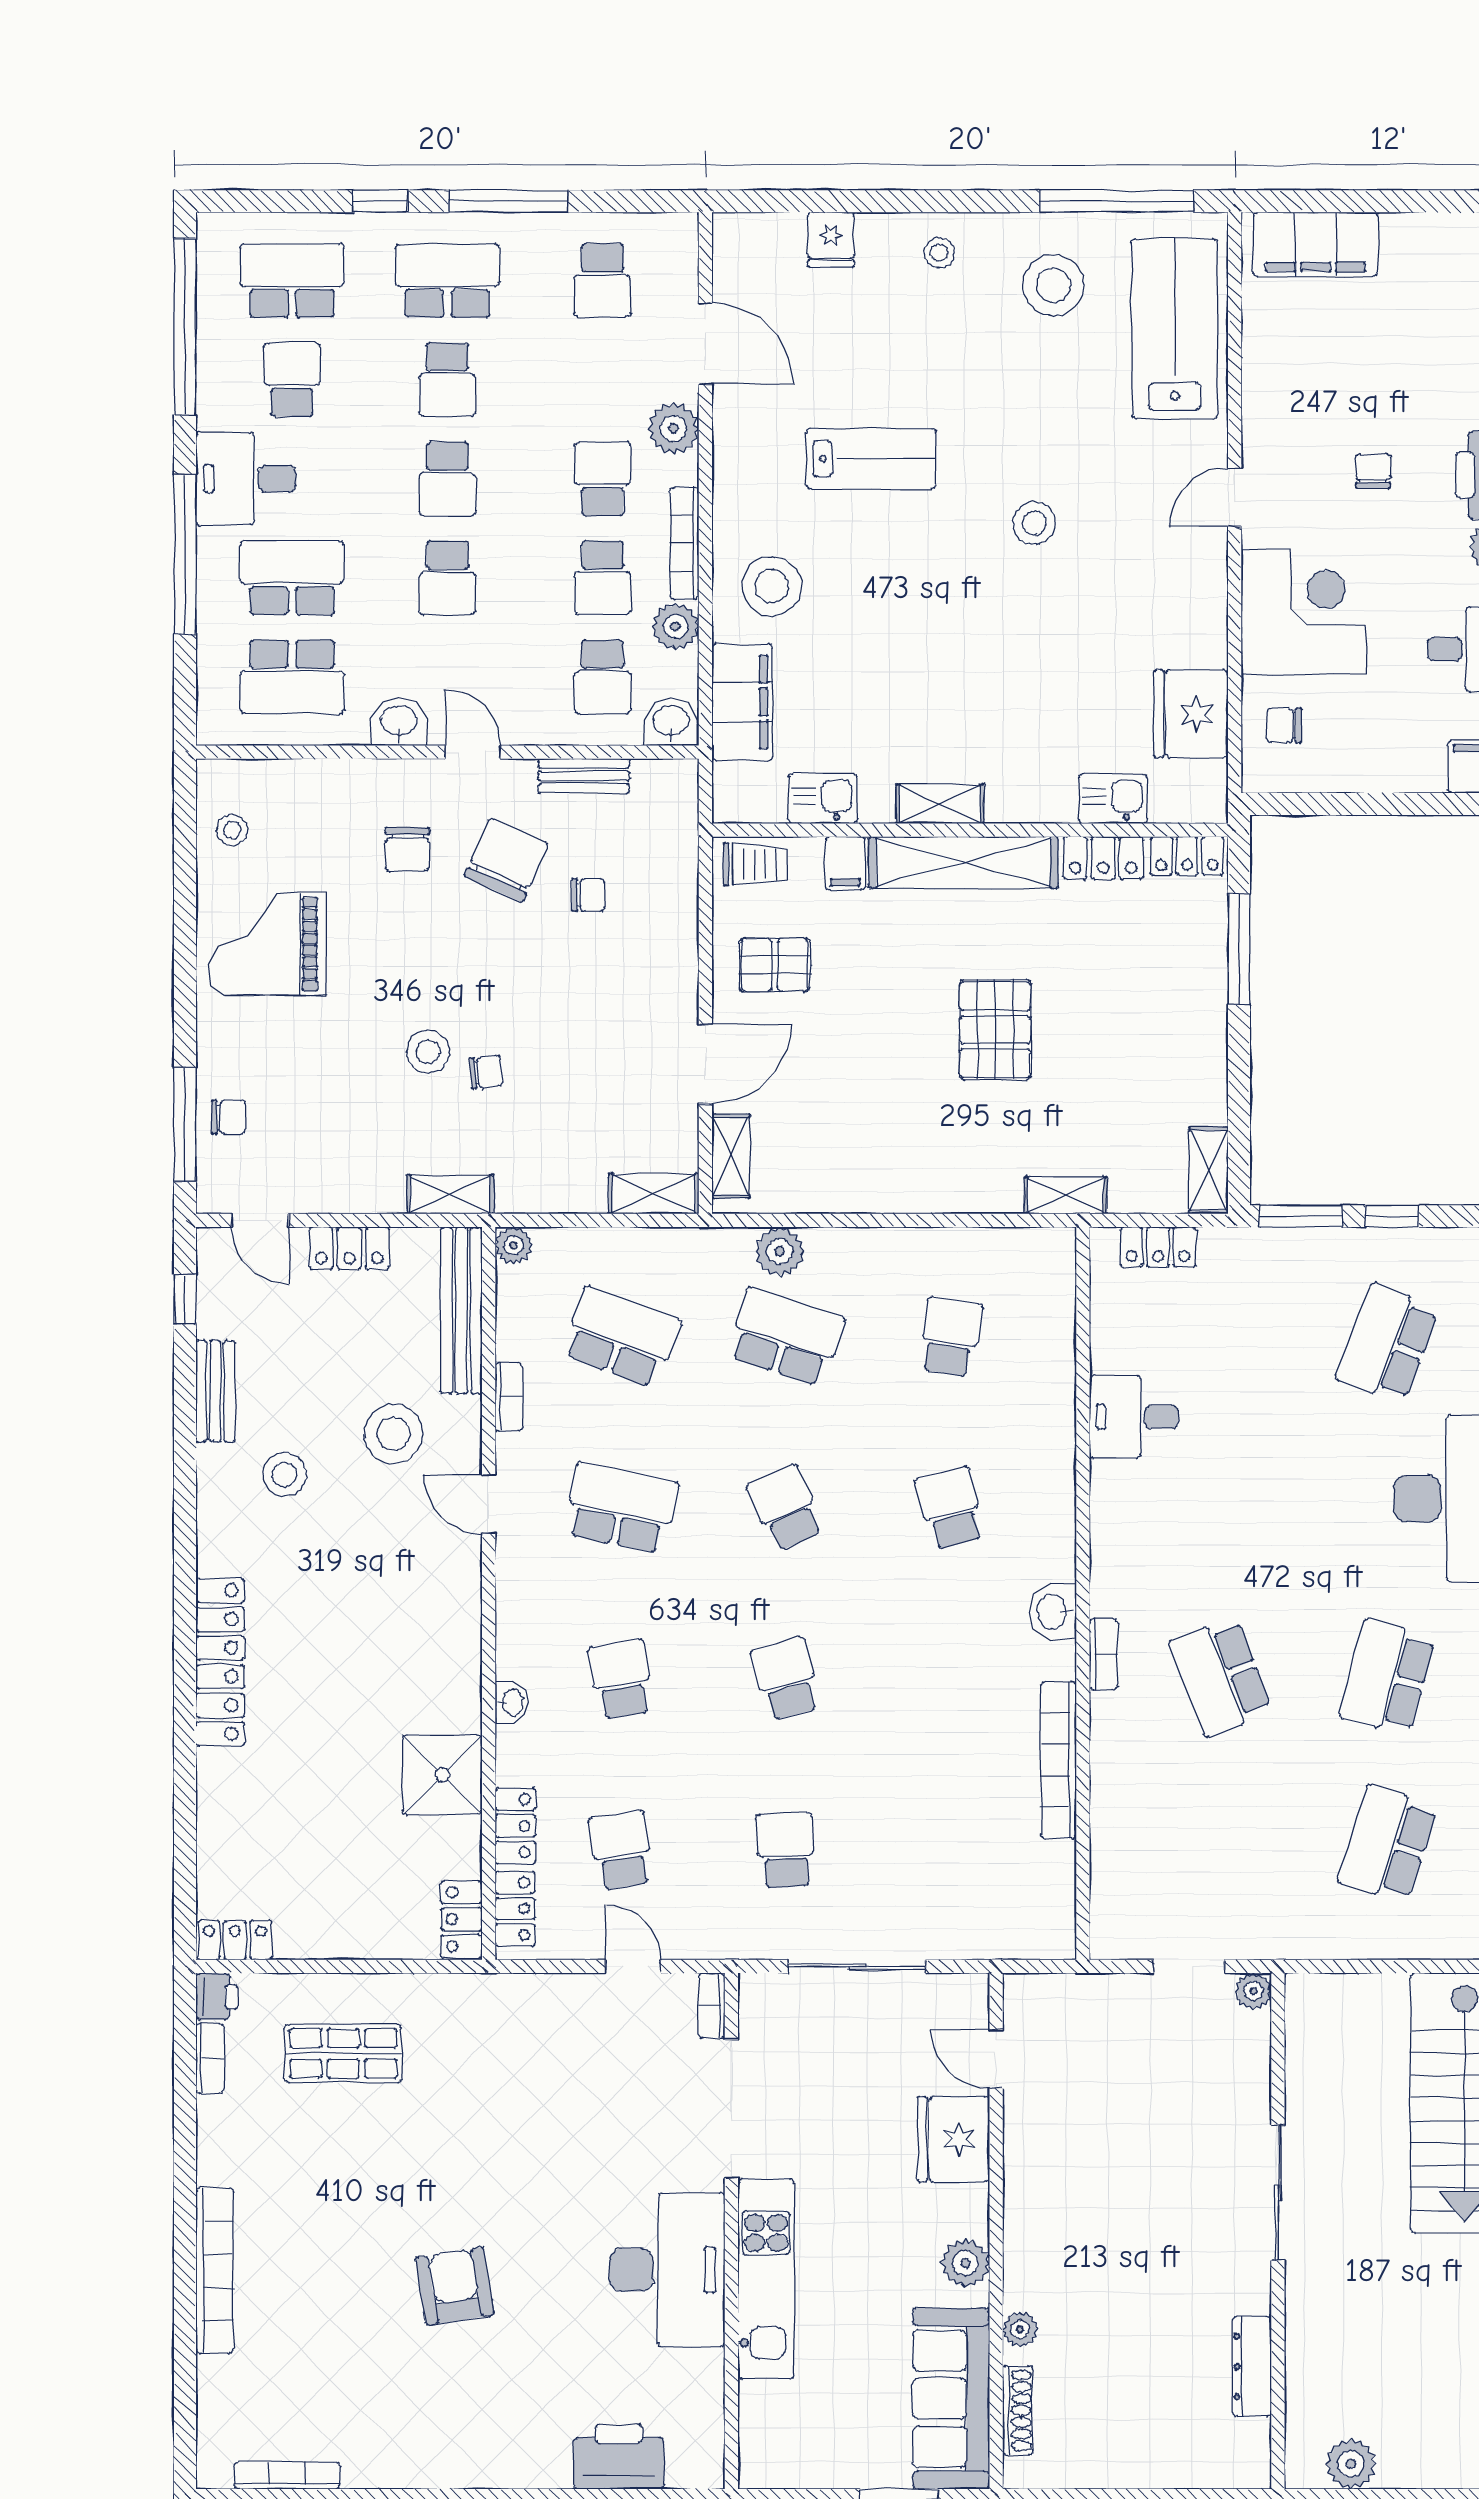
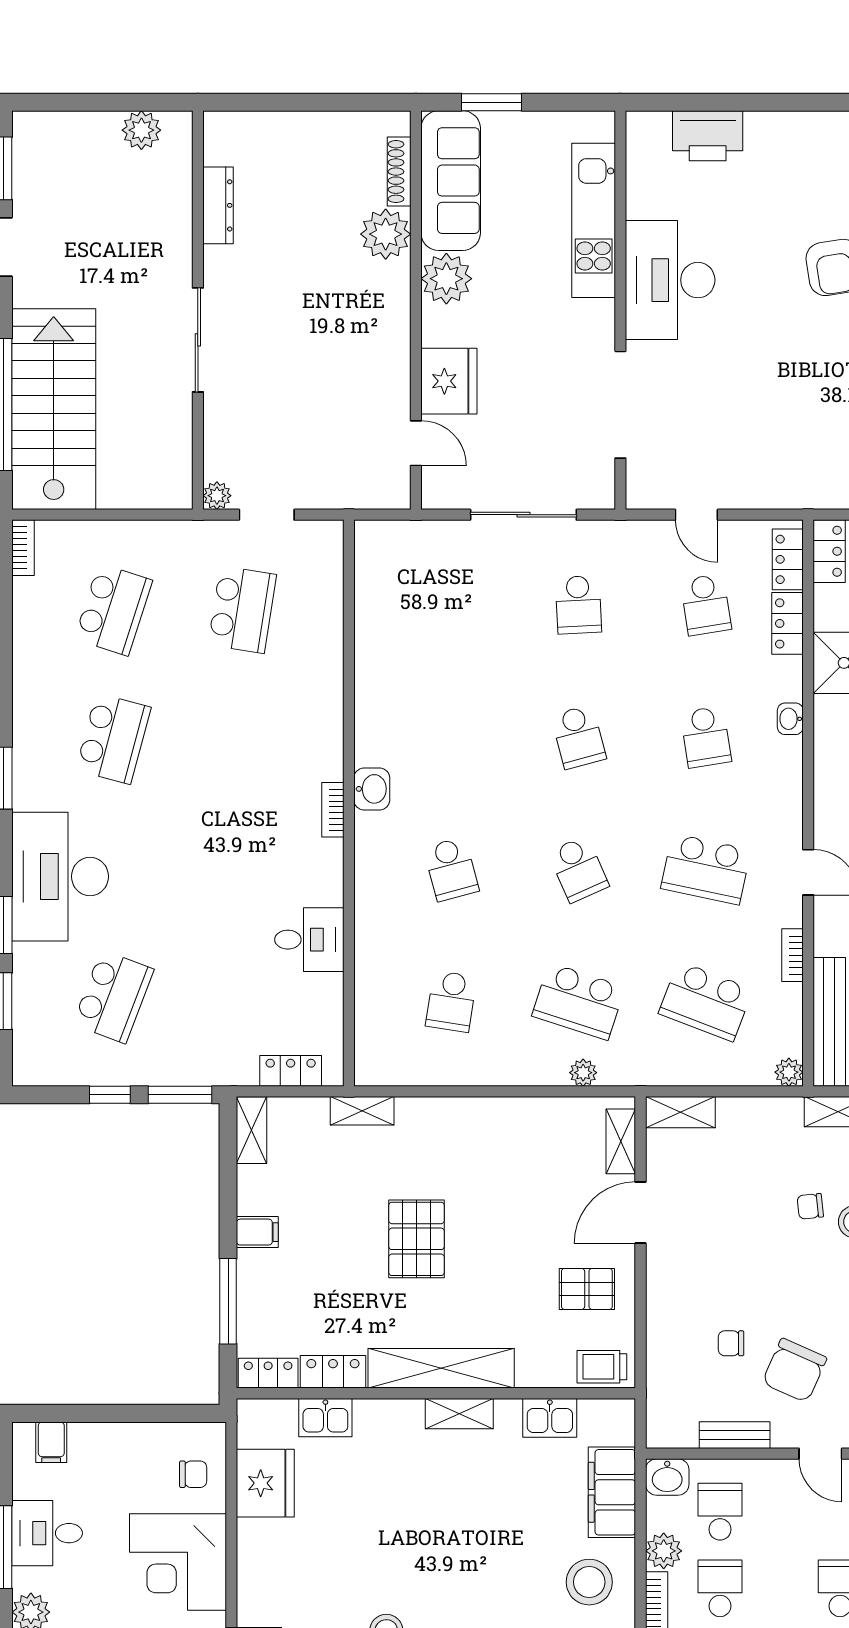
filing cabinet: (845, 864) -> (257, 1232), moved, turned 90
plant: (780, 1251) -> (583, 1073), width x0.73, depth x0.73
bookcase: (1103, 1654) -> (333, 810), moved
school desk: (1221, 1677) -> (242, 610), moved, turned 30
bookcase: (1058, 1760) -> (368, 674), removed
bookcase: (712, 2006) -> (636, 484), removed
plant: (965, 2263) -> (446, 279), width x1.36, depth x1.36
kitchen unit: (766, 2279) -> (594, 220), moved
plant: (1020, 2329) -> (386, 234), width x1.88, depth x1.88

